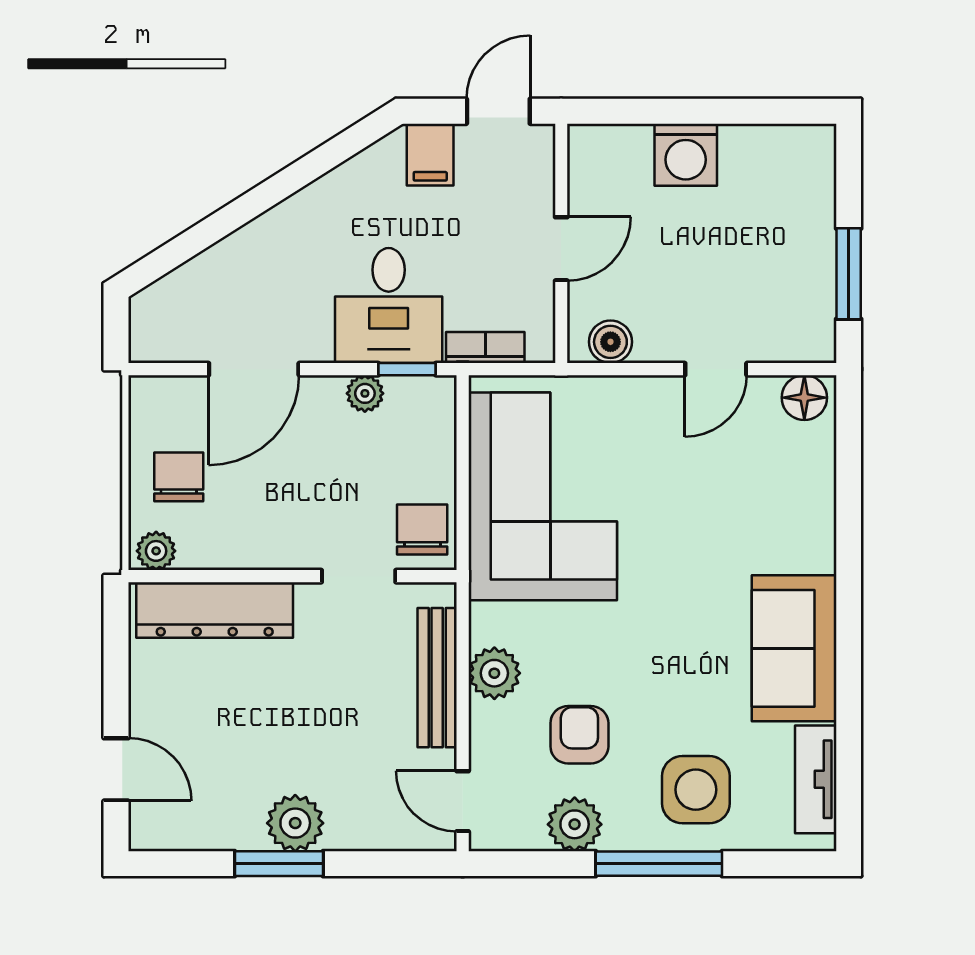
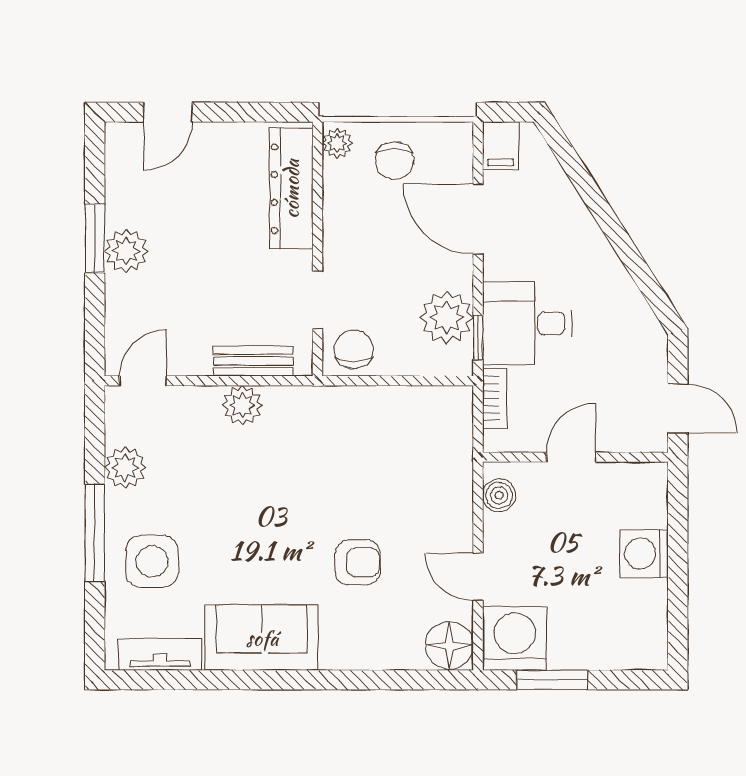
filing cabinet: (430, 155) -> (501, 146), moved, turned -90
door: (561, 249) -> (571, 457), swing flipped
washing machine: (795, 322) -> (515, 638), added
plant: (365, 393) -> (447, 317), width x1.87, depth x1.87
floor lamp: (804, 398) -> (449, 645), width x1.38, depth x1.38
chair: (179, 477) -> (394, 161), turned 90
corner sofa: (543, 496) -> (379, 443), removed
chair: (422, 529) -> (354, 349), turned -90
bench: (437, 678) -> (253, 361), width x0.73
armchair: (579, 735) -> (358, 562), moved

